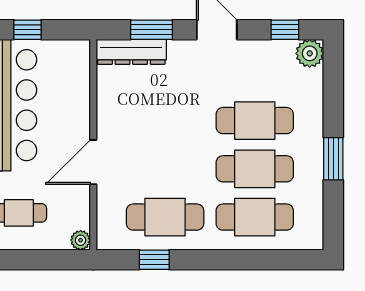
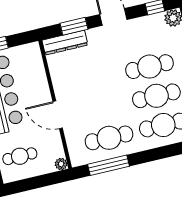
door: (93, 162) -> (58, 115), hinge flipped
window: (154, 260) -> (109, 165), width x2.17

